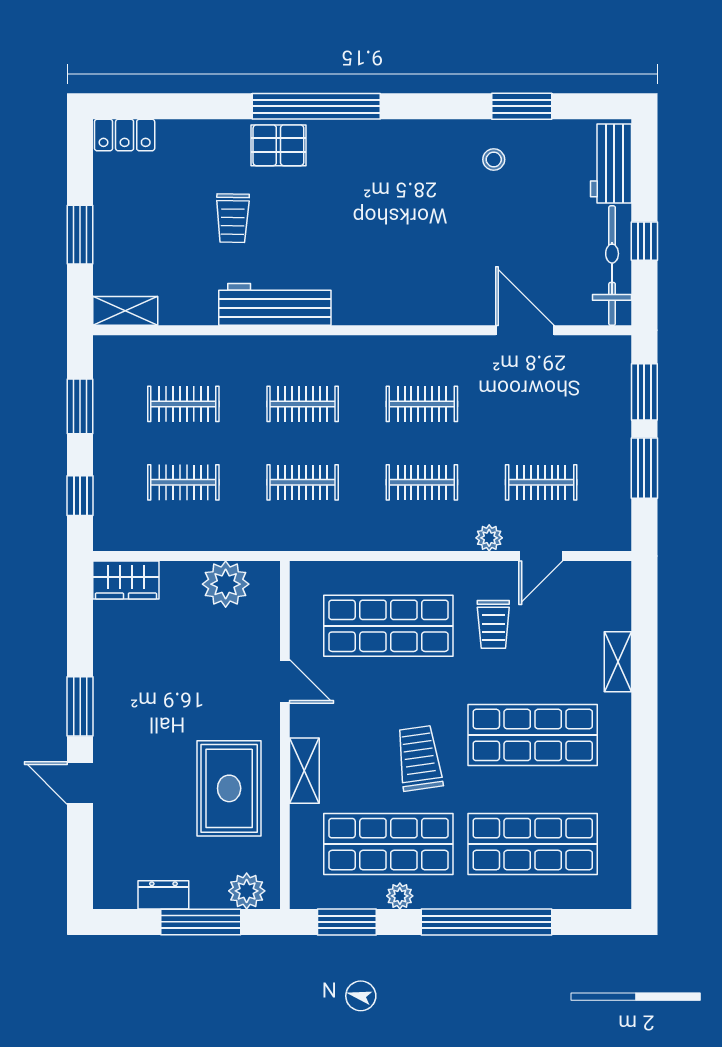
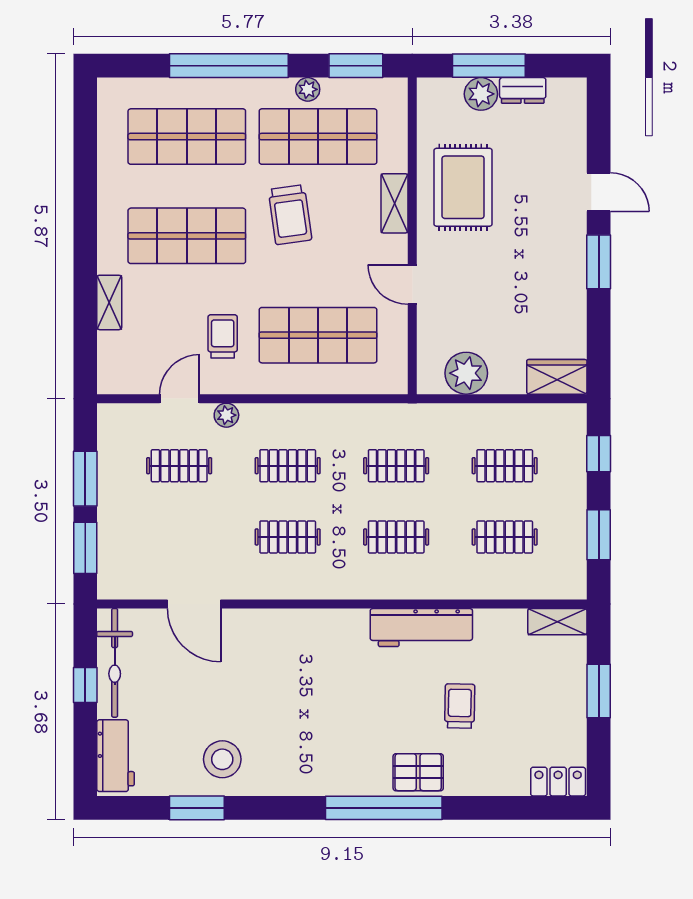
stool: (494, 160) -> (222, 759), width x1.89, depth x1.89
plant: (247, 891) -> (481, 94), moved

